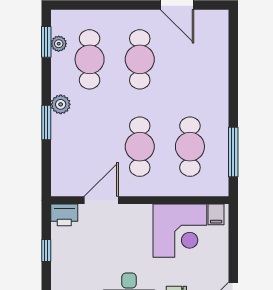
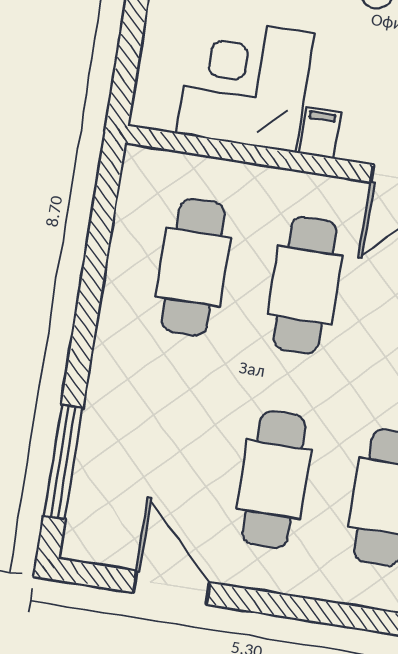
window: (233, 152) -> (63, 462), moved
filing cabinet: (216, 214) -> (320, 133), moved

